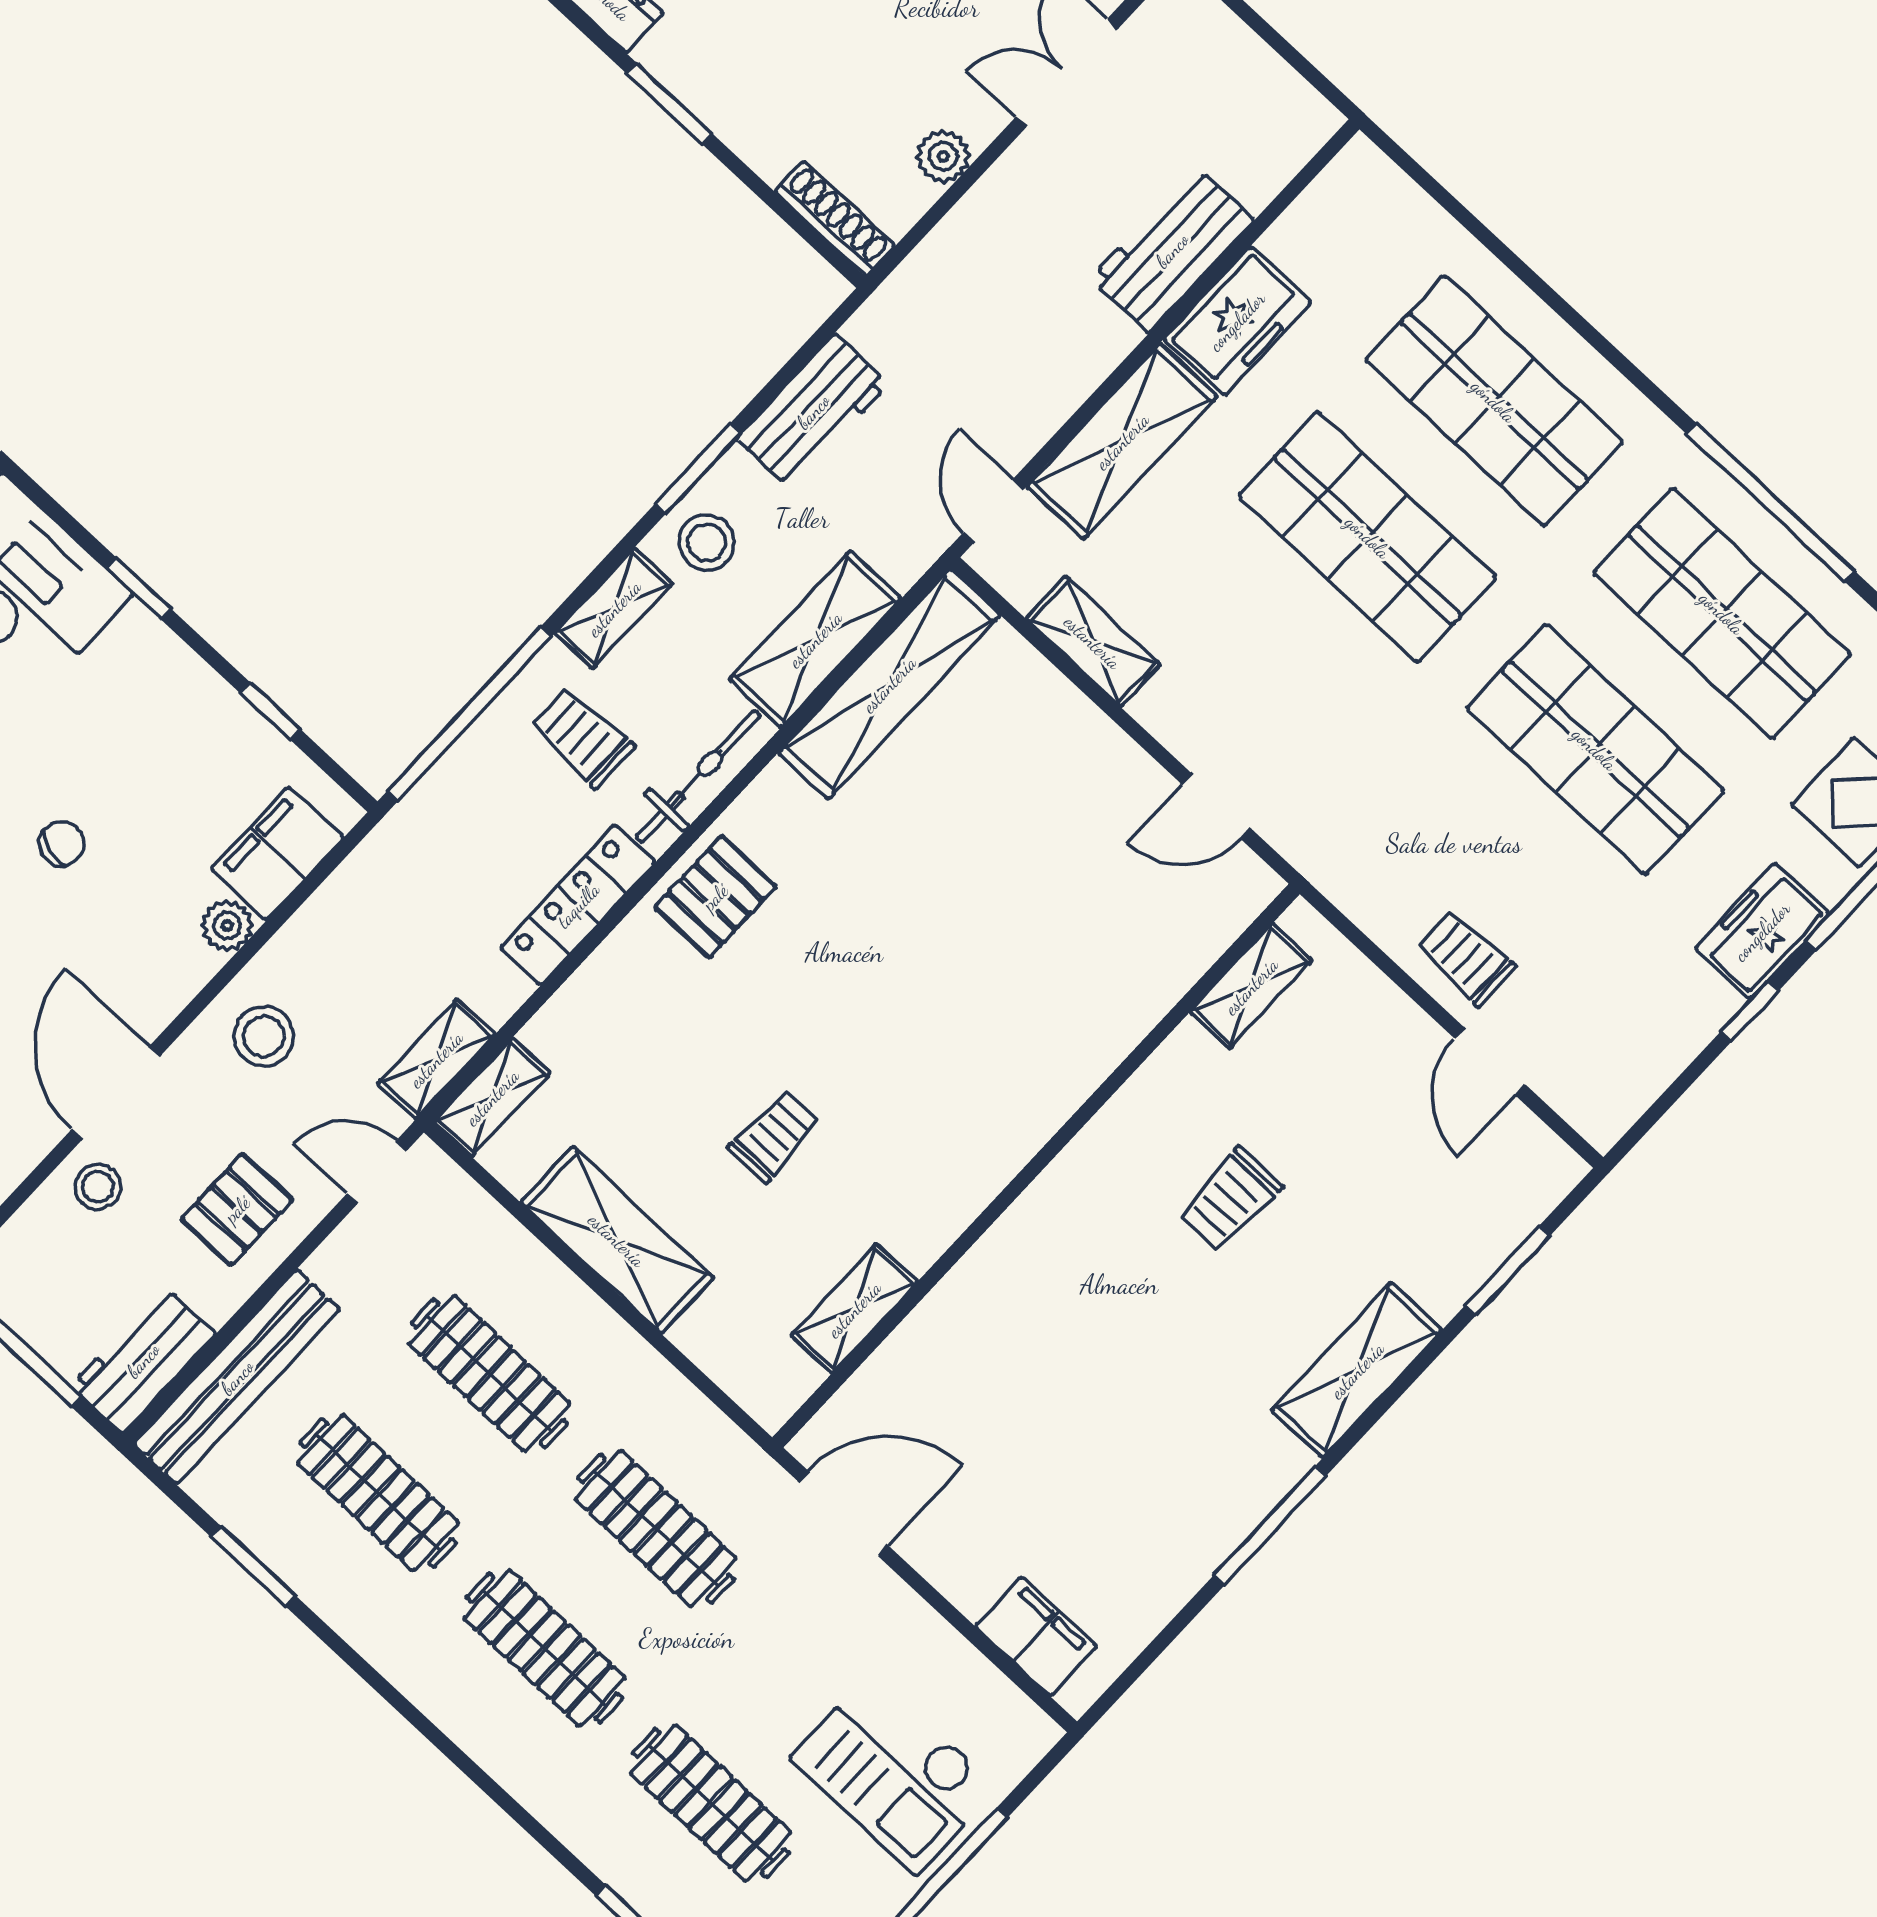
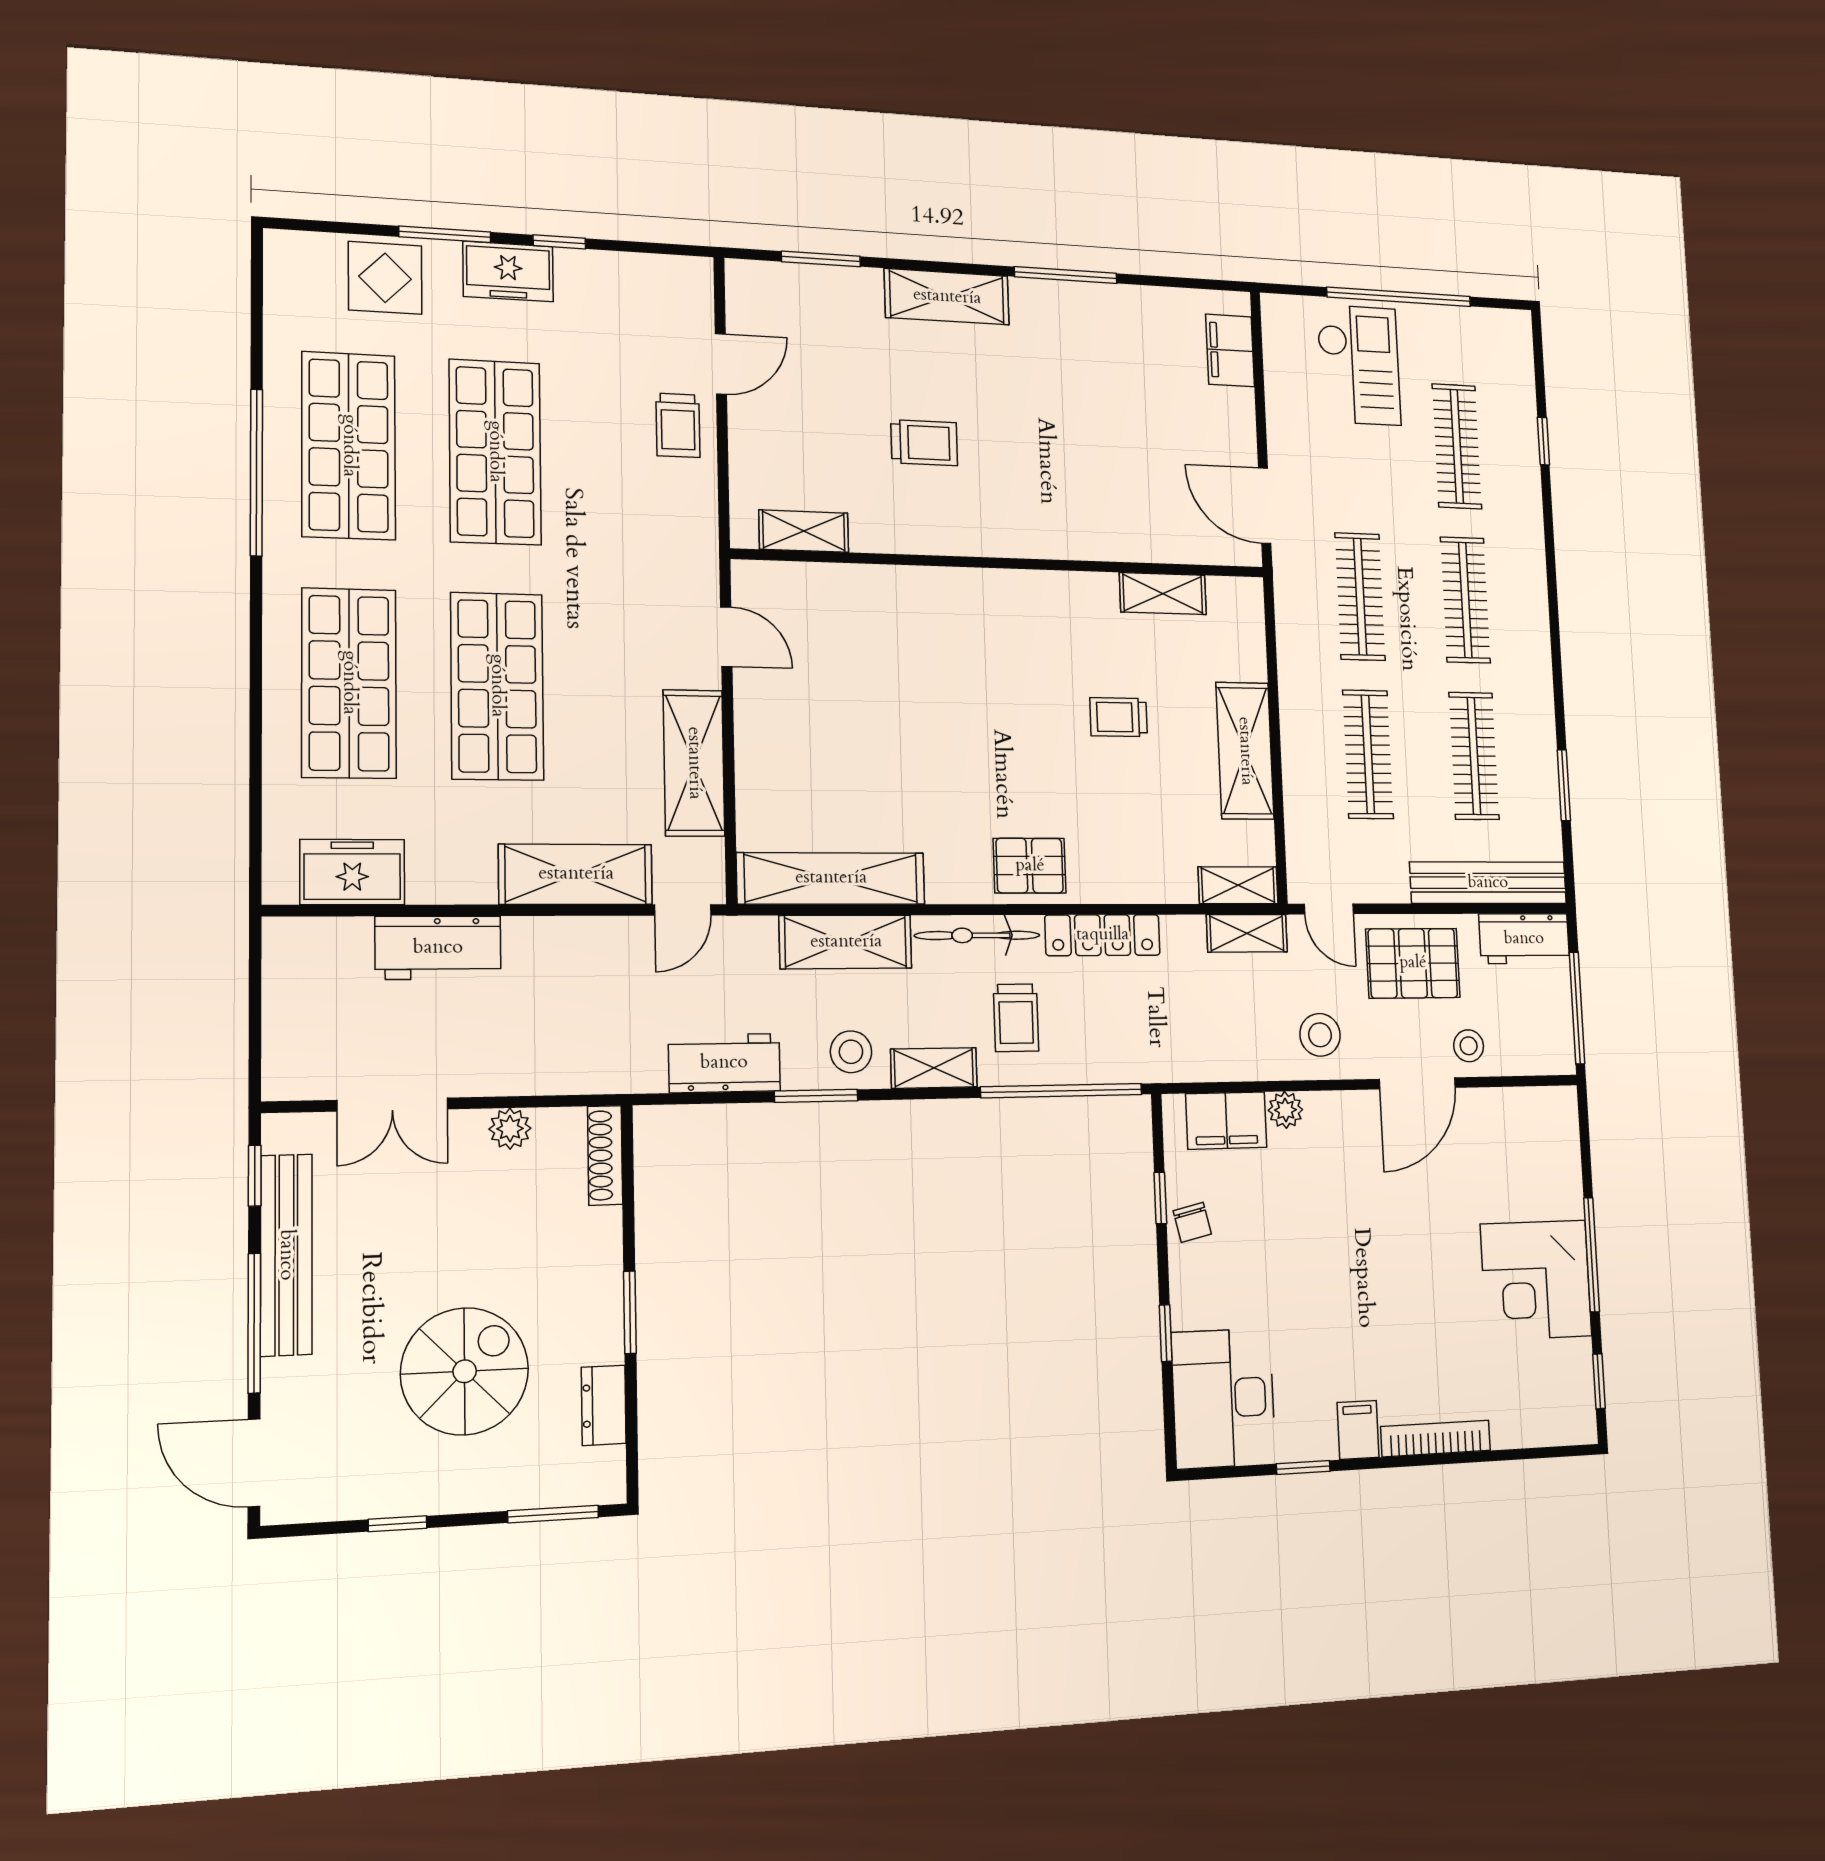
freezer: (1237, 321) -> (352, 872), moved
shelving: (1093, 642) -> (694, 763), width x1.50, depth x1.33
chair: (62, 843) -> (1192, 1222), moved, turned -119
pallet: (237, 1209) -> (1413, 963), width x1.50, depth x1.42

